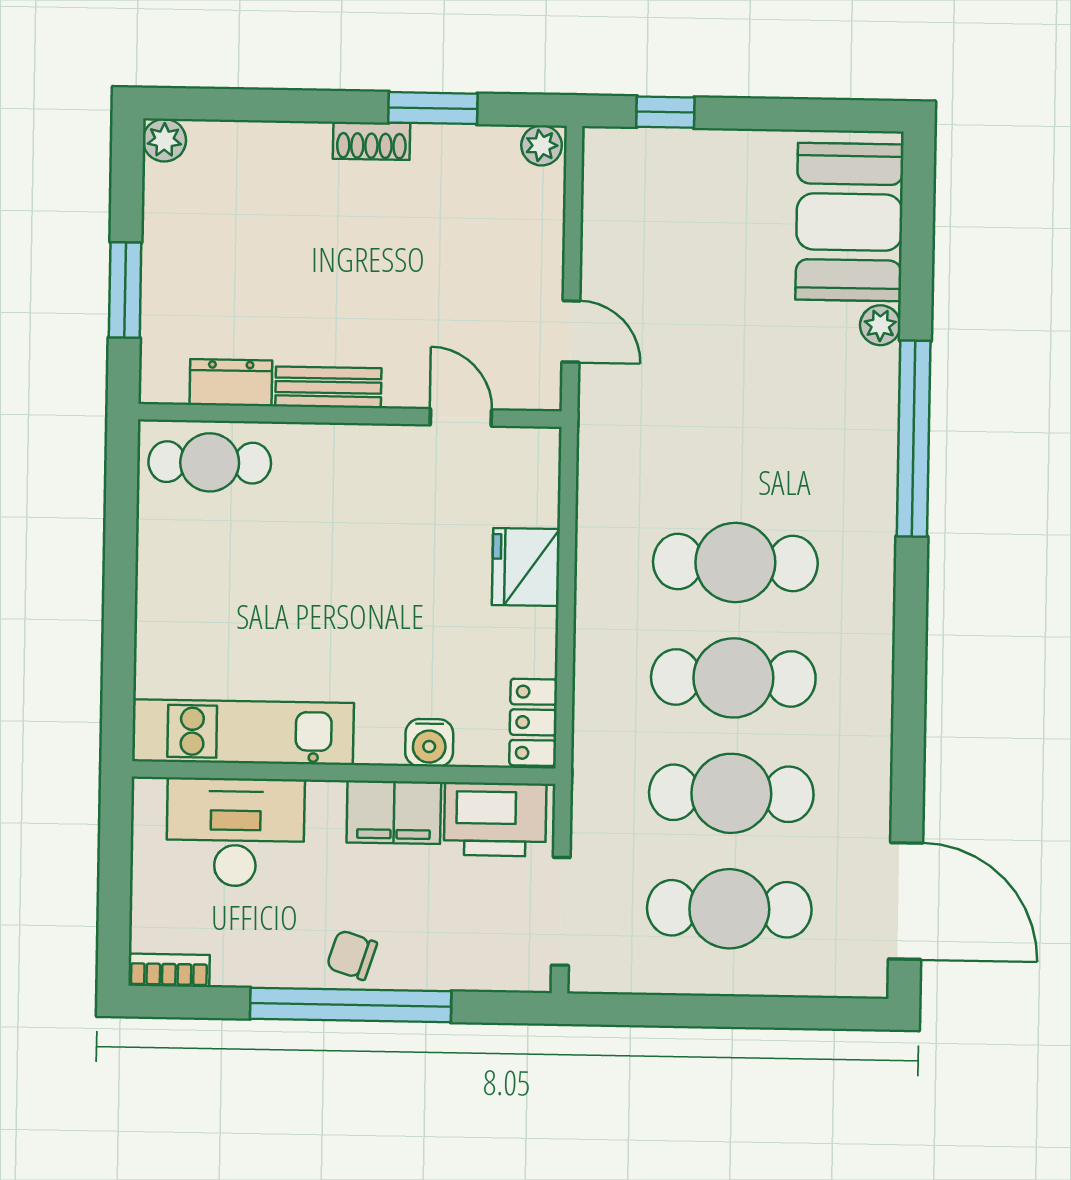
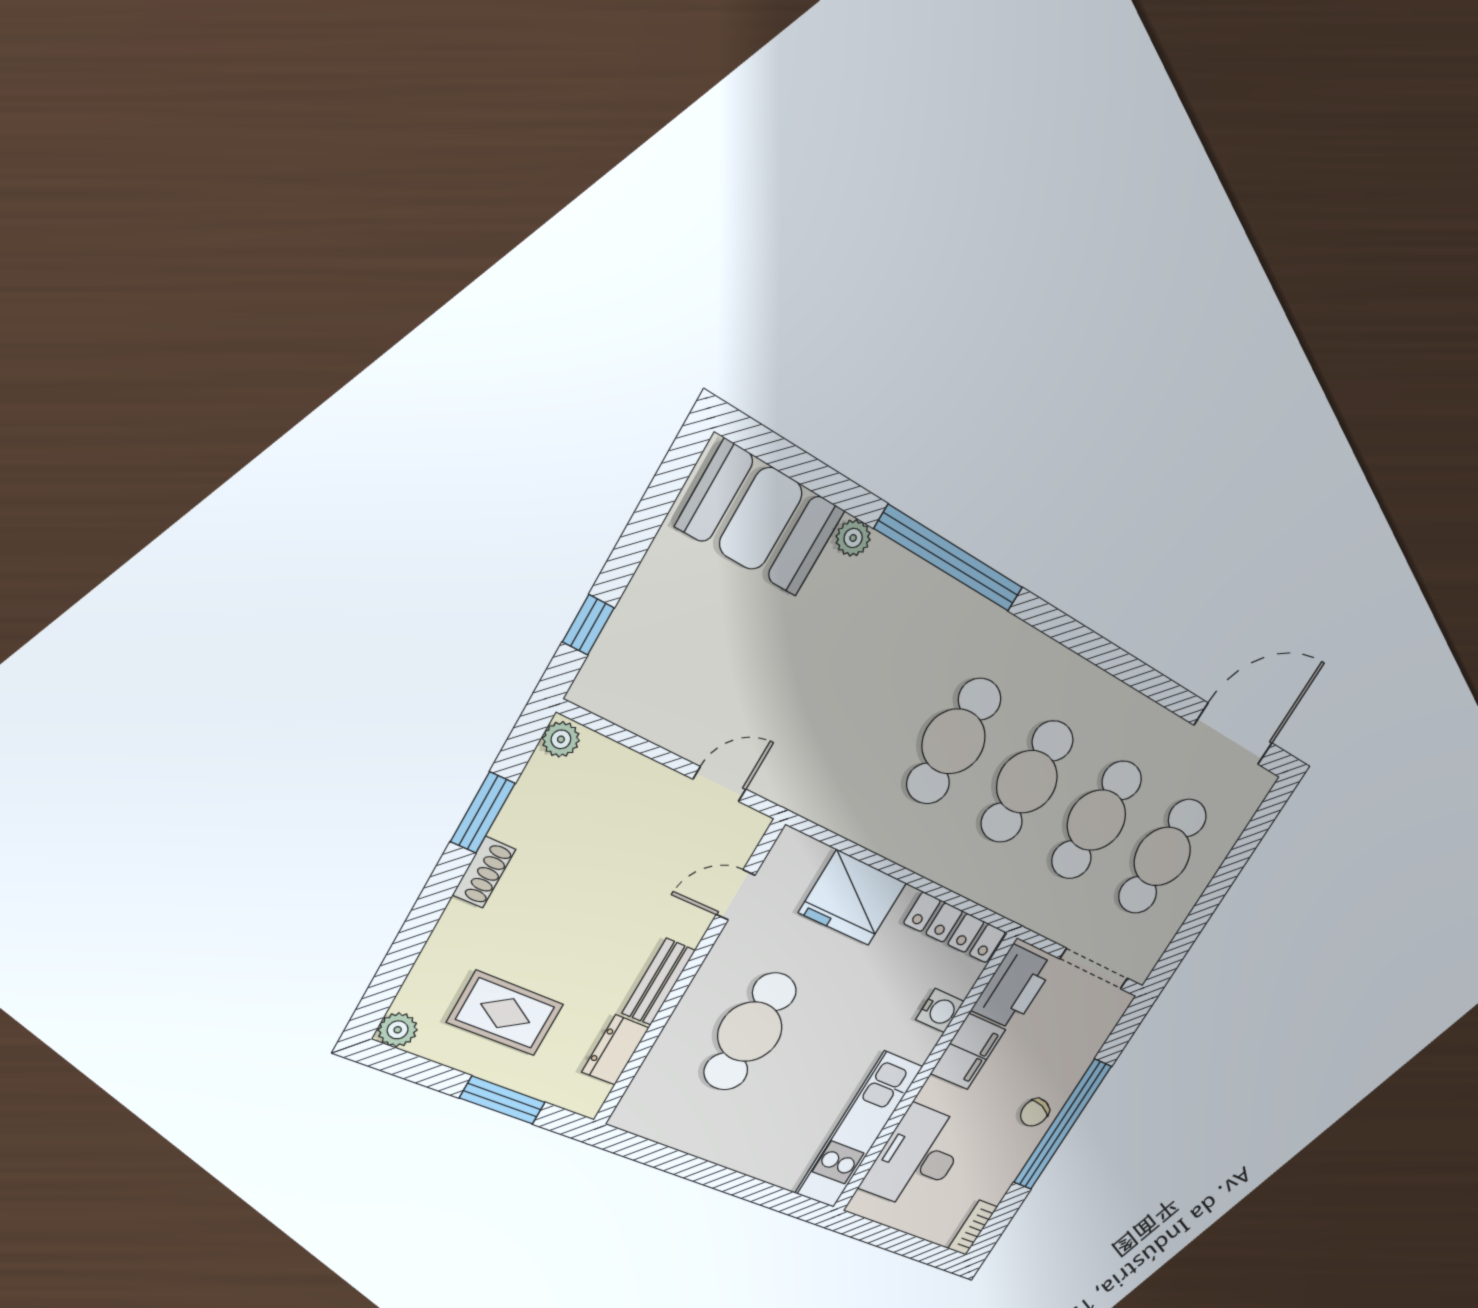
rug: (227, 241) -> (505, 1013), added
cafe table: (210, 462) -> (750, 1032), moved, width x1.37, depth x1.35
fridge: (526, 567) -> (853, 898), width x1.36, depth x1.34
locker: (533, 722) -> (955, 928), width x1.53

